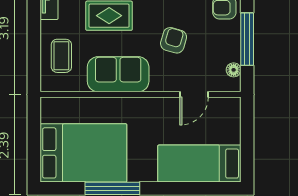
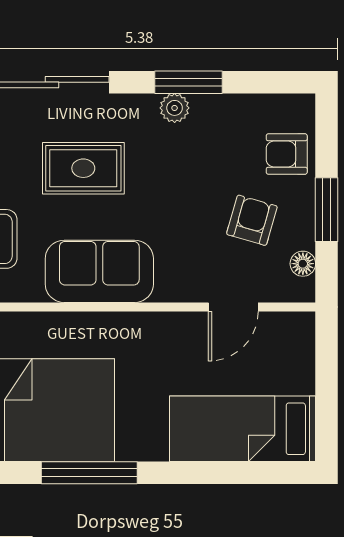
window: (247, 39) -> (327, 210), width x0.69
armchair: (174, 40) -> (252, 220), moved

